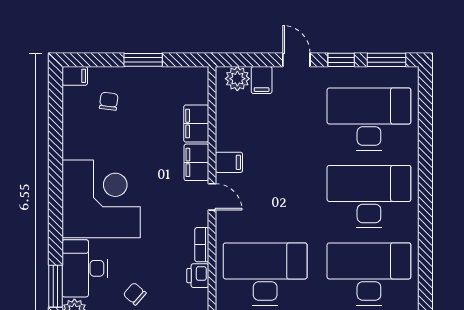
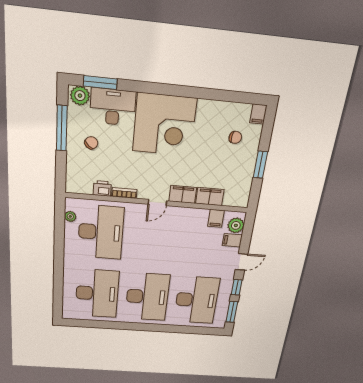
filing cabinet: (229, 162) -> (216, 218), moved

